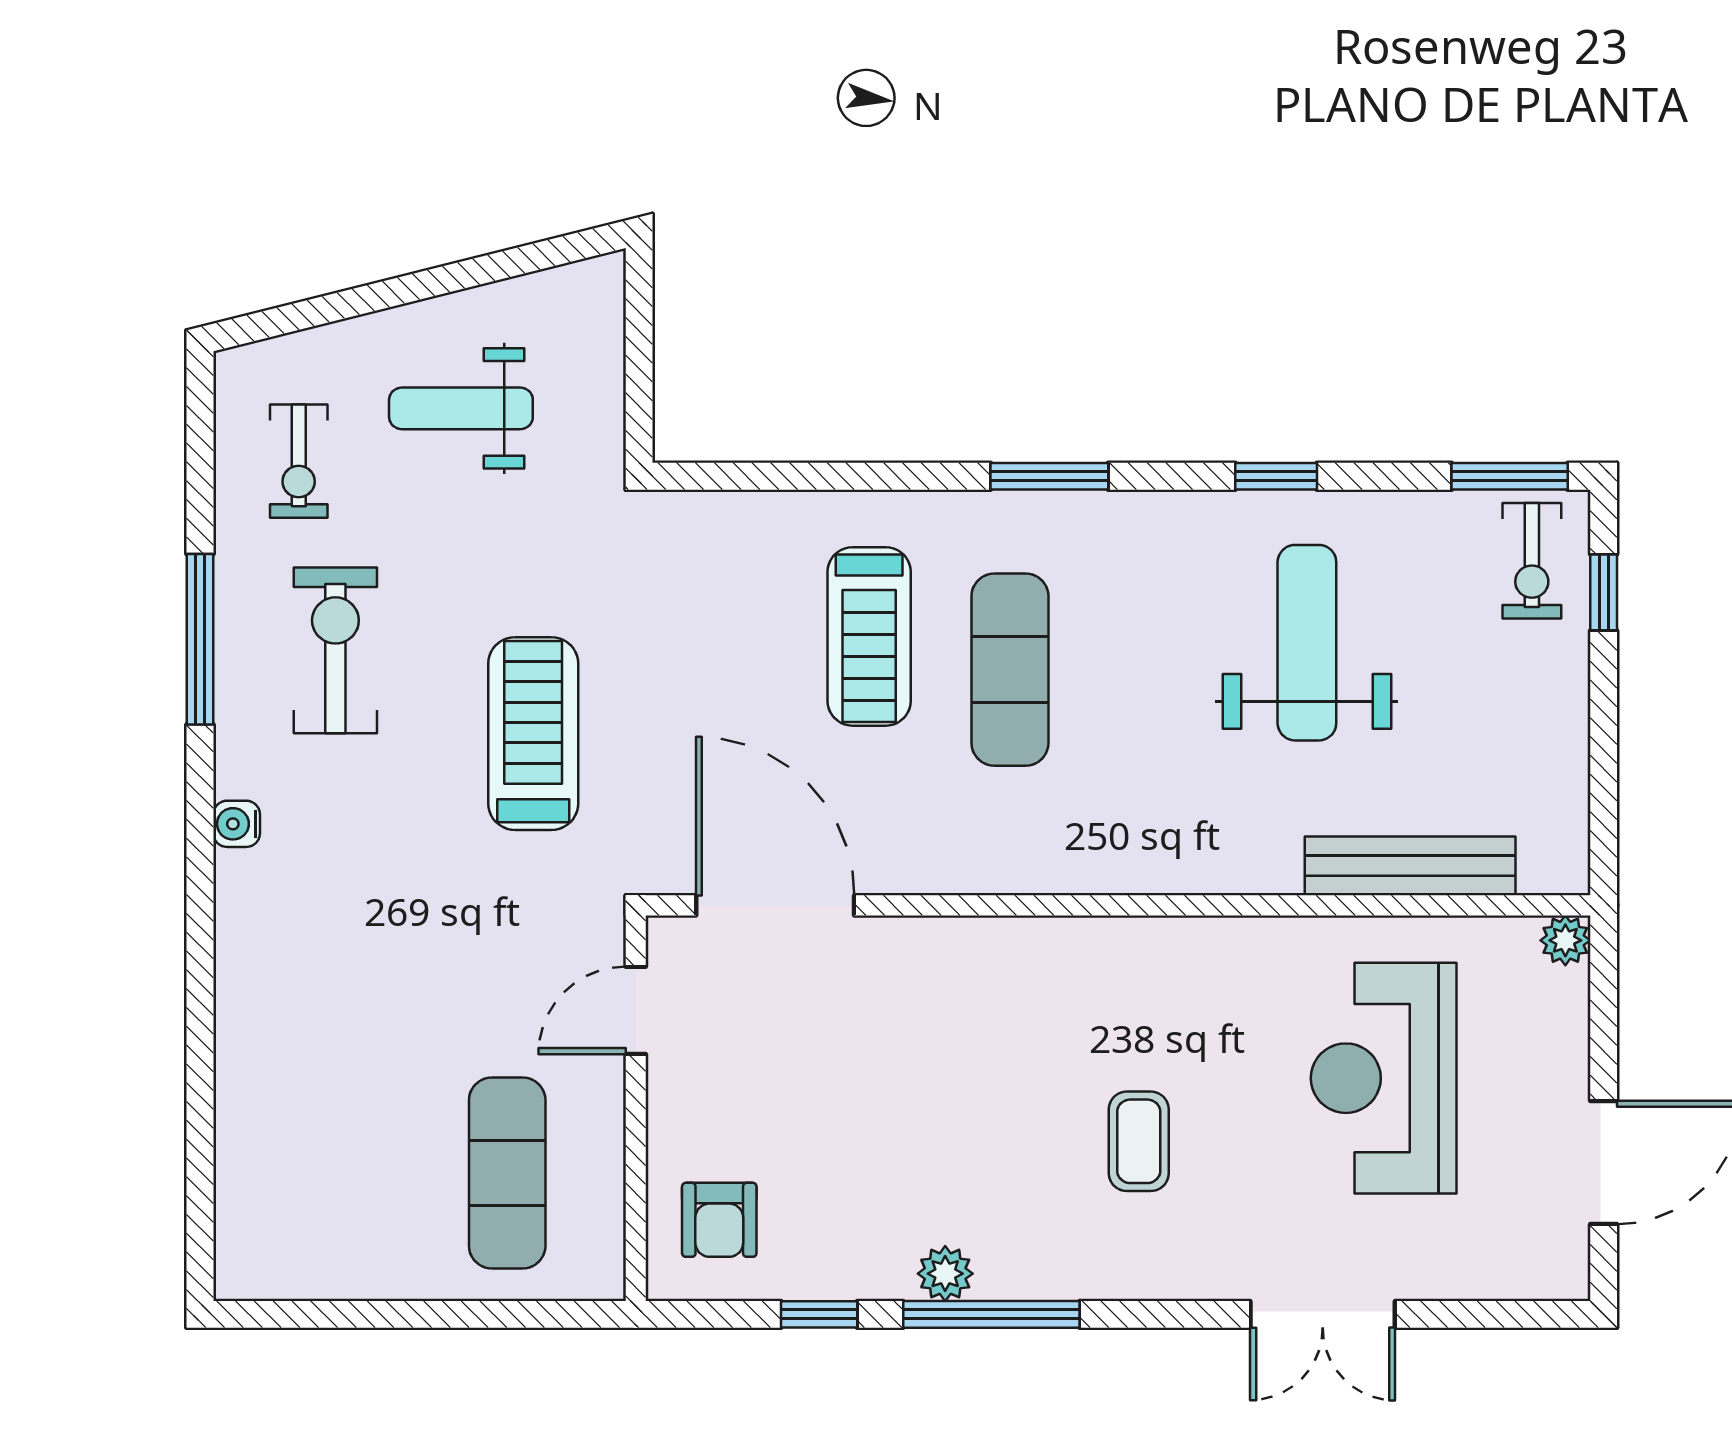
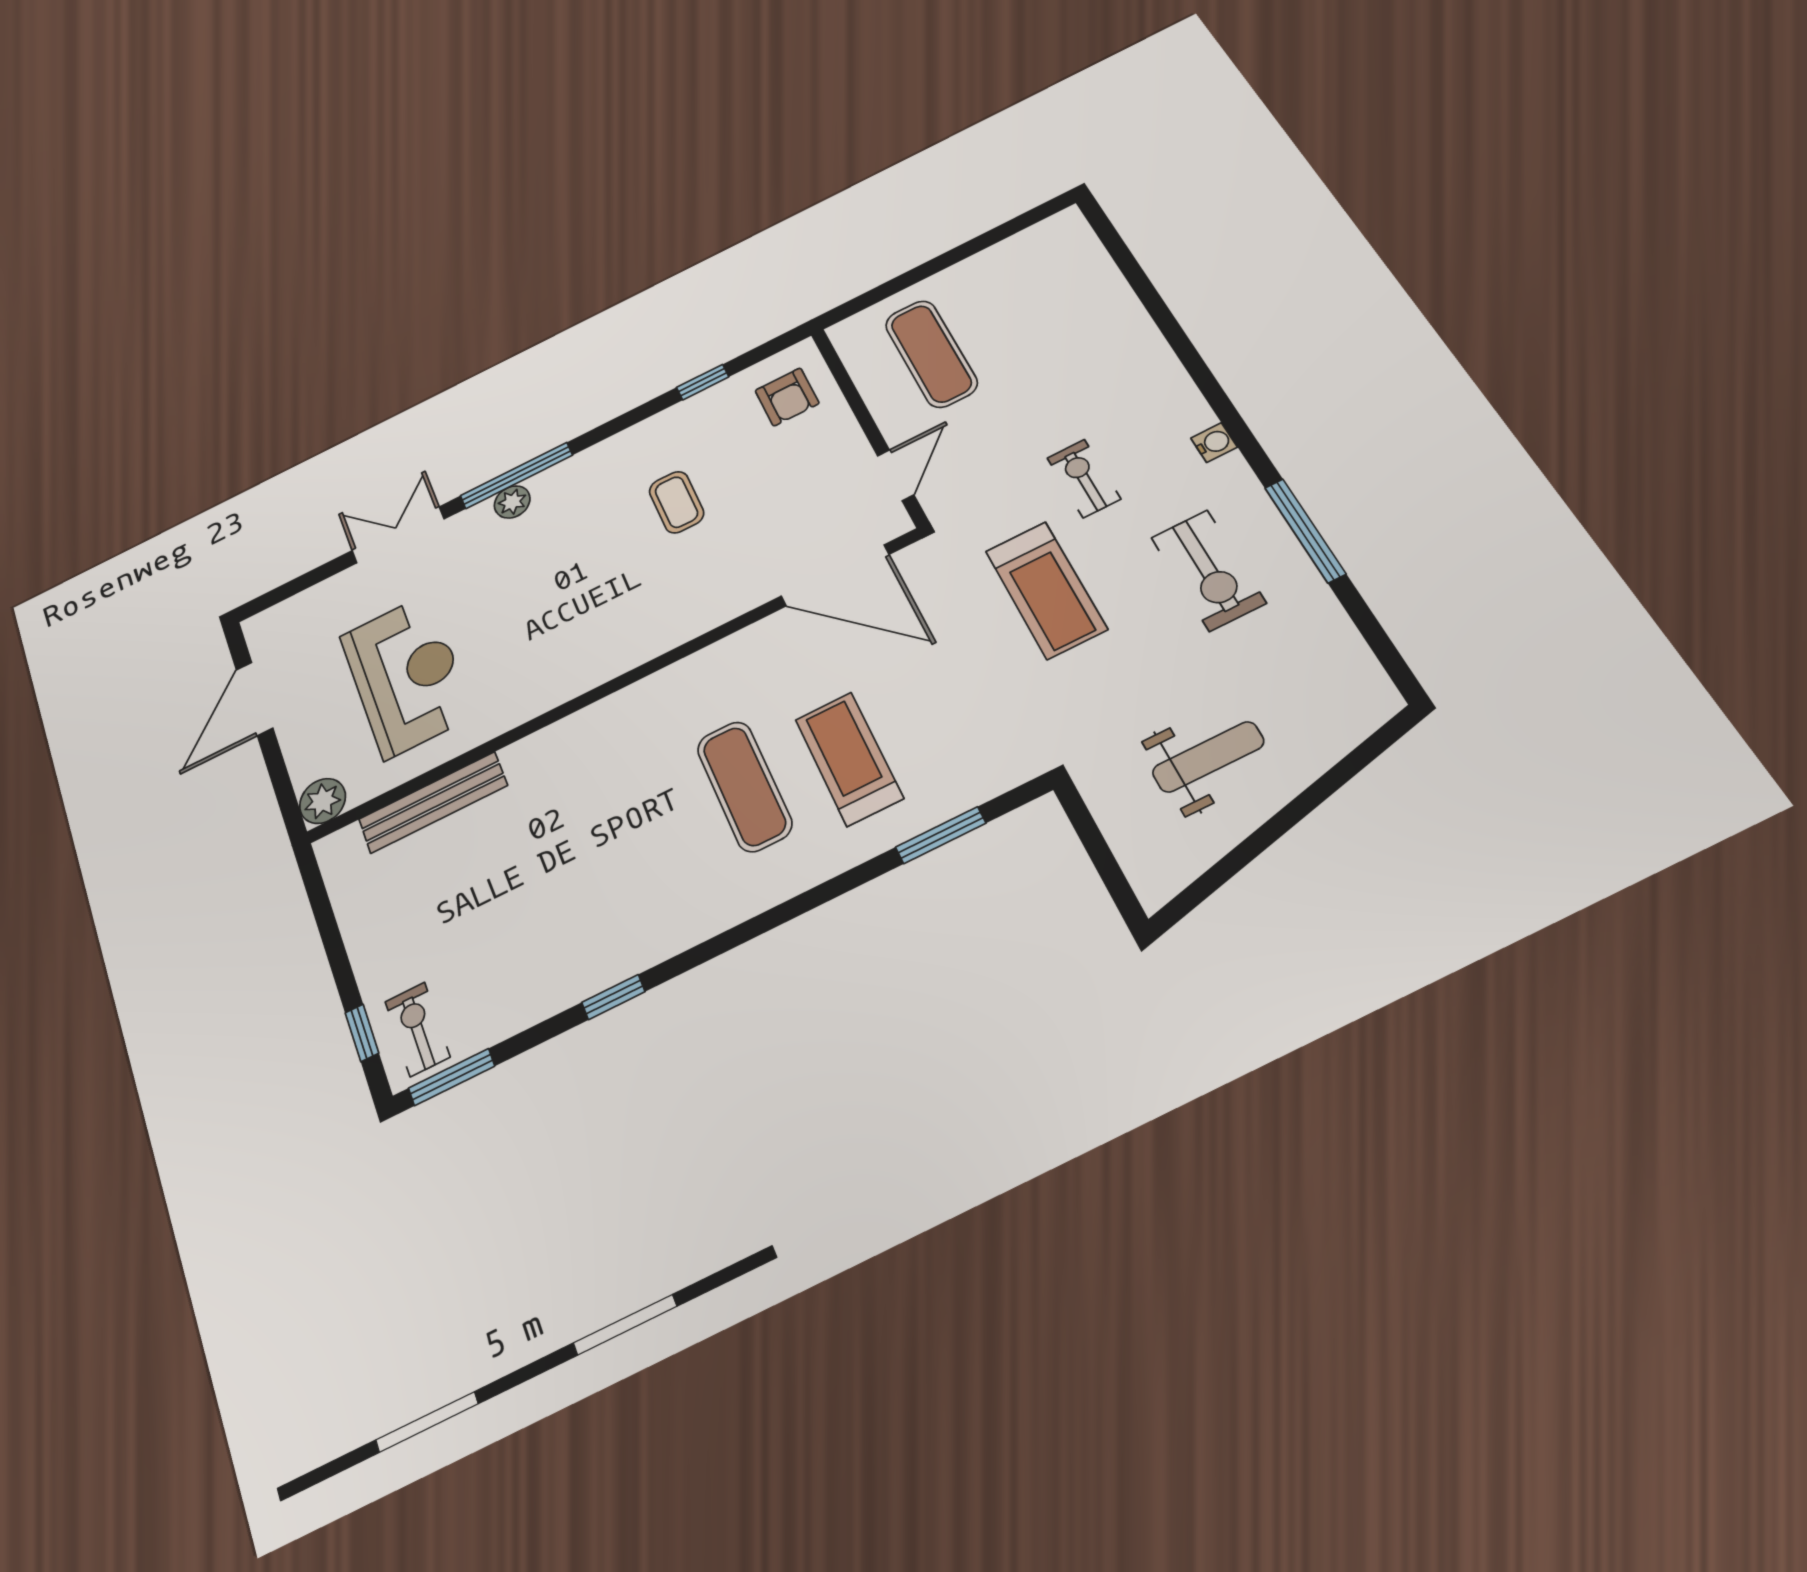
exercise bike: (299, 461) -> (1084, 478), moved
window: (1049, 476) -> (941, 835), moved
weight bench: (1307, 643) -> (551, 902), removed
plant: (1565, 940) -> (323, 801), width x1.38, depth x1.38
coffee table: (1139, 1141) -> (676, 502), moved
armchair: (719, 1220) -> (787, 397), turned 180
plant: (945, 1274) -> (512, 502), moved
window: (991, 1314) -> (516, 475), moved

